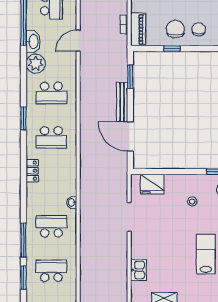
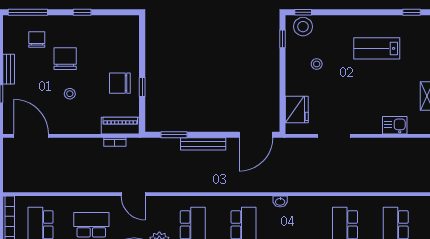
chair: (199, 29) -> (120, 57), removed
door: (130, 137) -> (256, 135), moved
washbasin: (72, 202) -> (280, 201), moved

